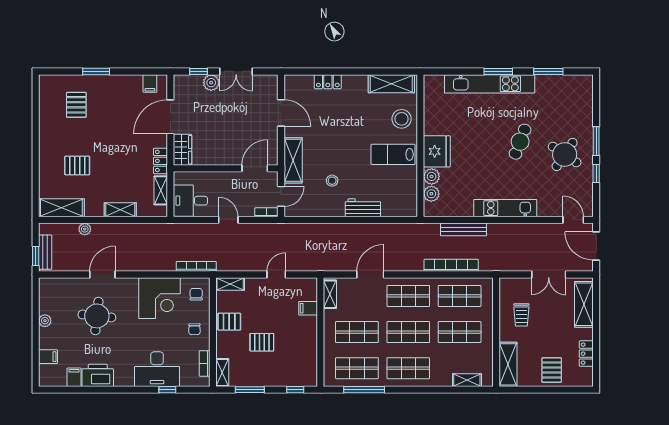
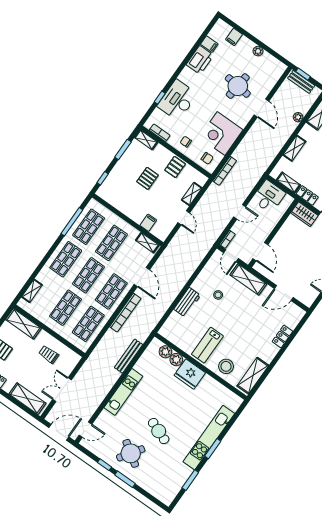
lab bench: (393, 154) -> (207, 345), turned 180
bookcase: (451, 265) -> (125, 313), moved
shelving: (230, 284) -> (192, 194), moved

